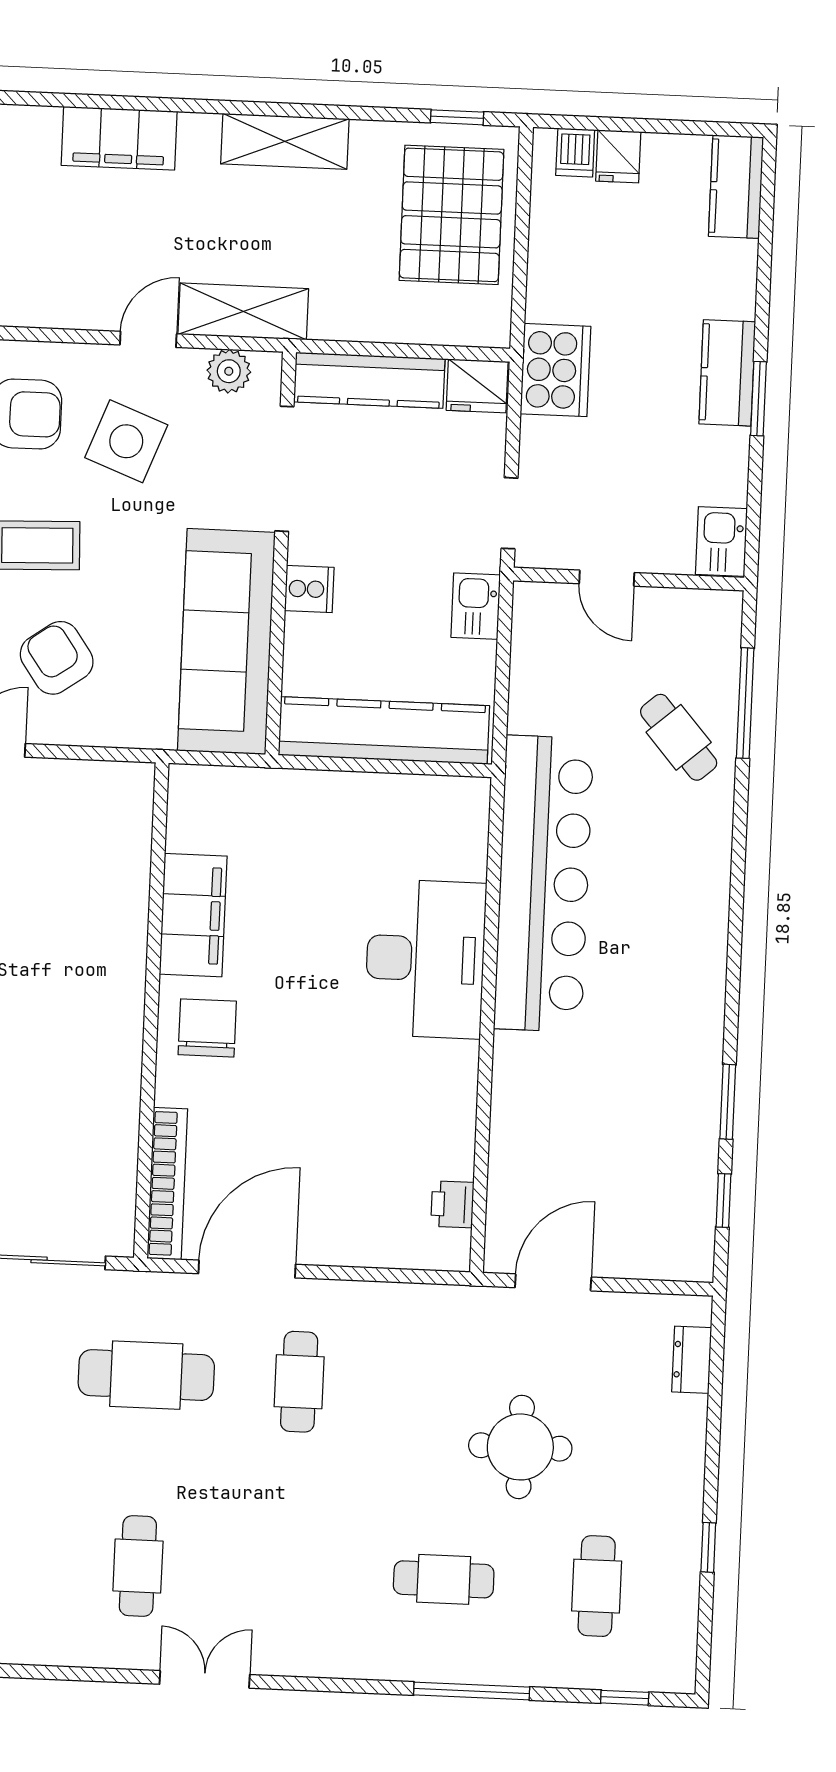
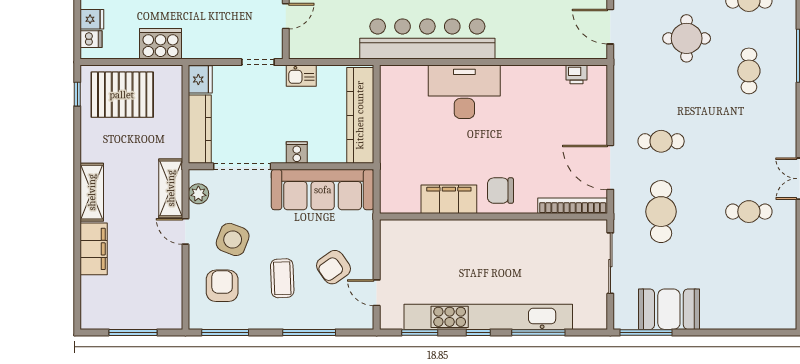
shelving: (285, 141) -> (92, 192), moved
cooker: (556, 370) -> (161, 44), moved

